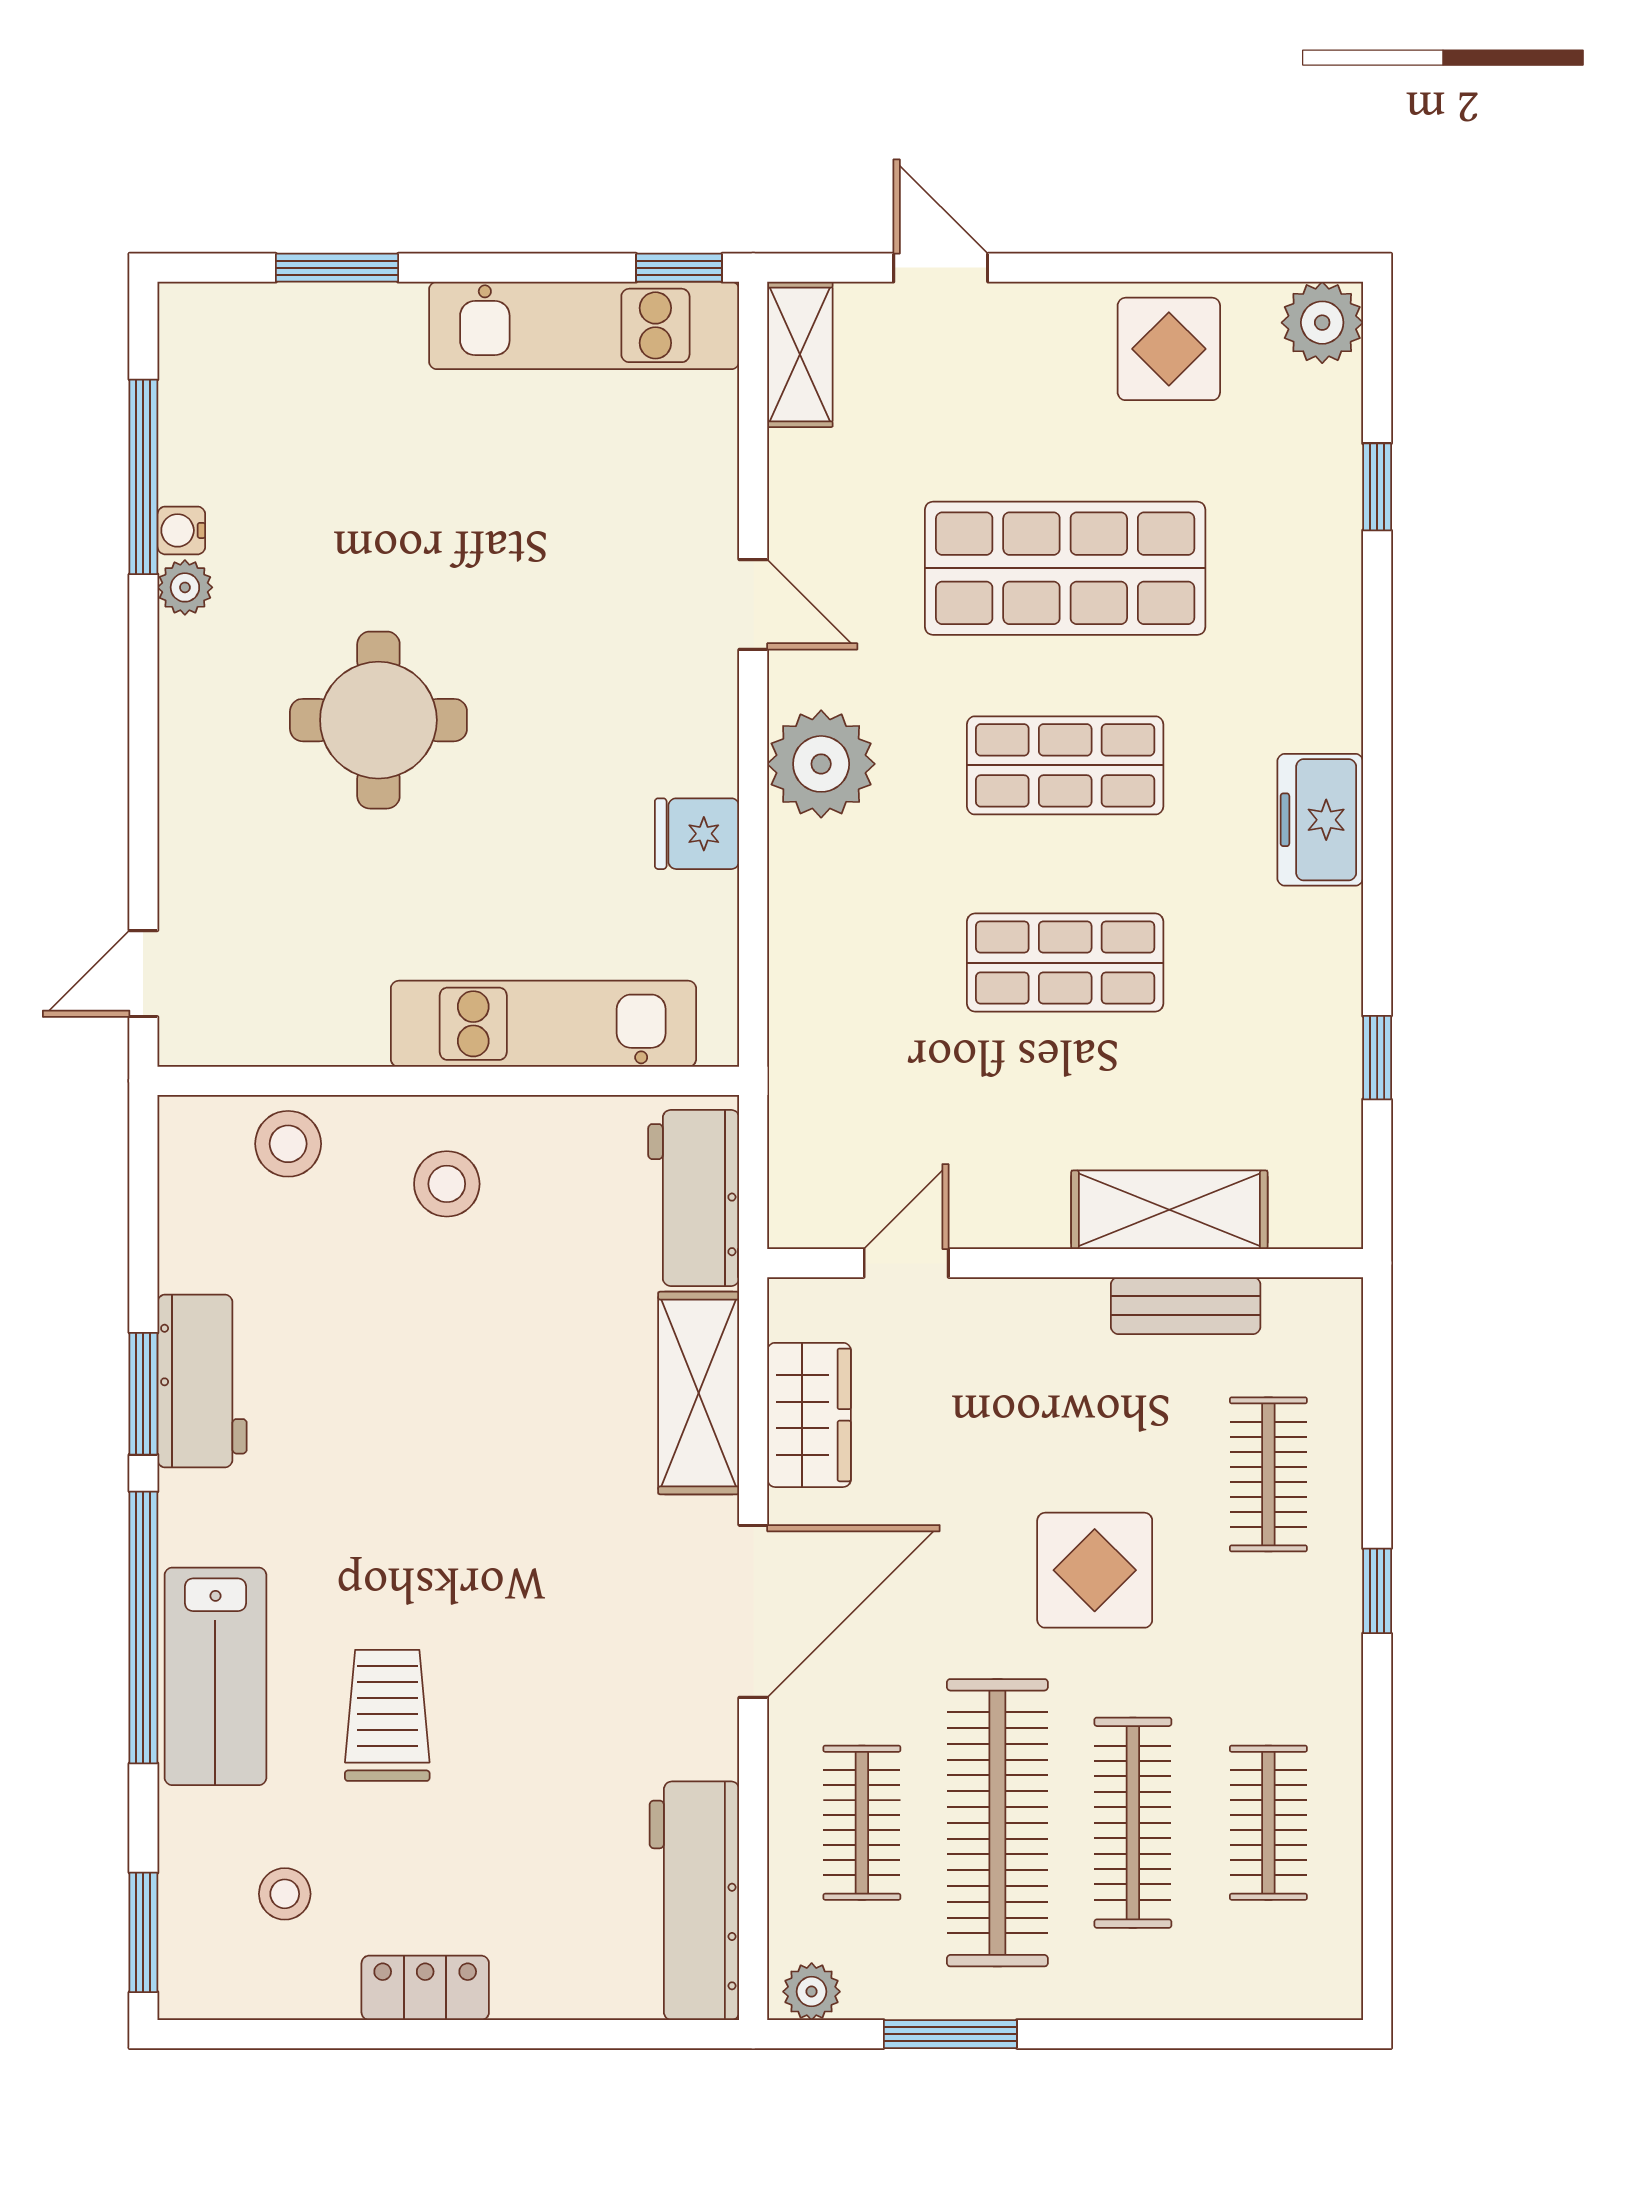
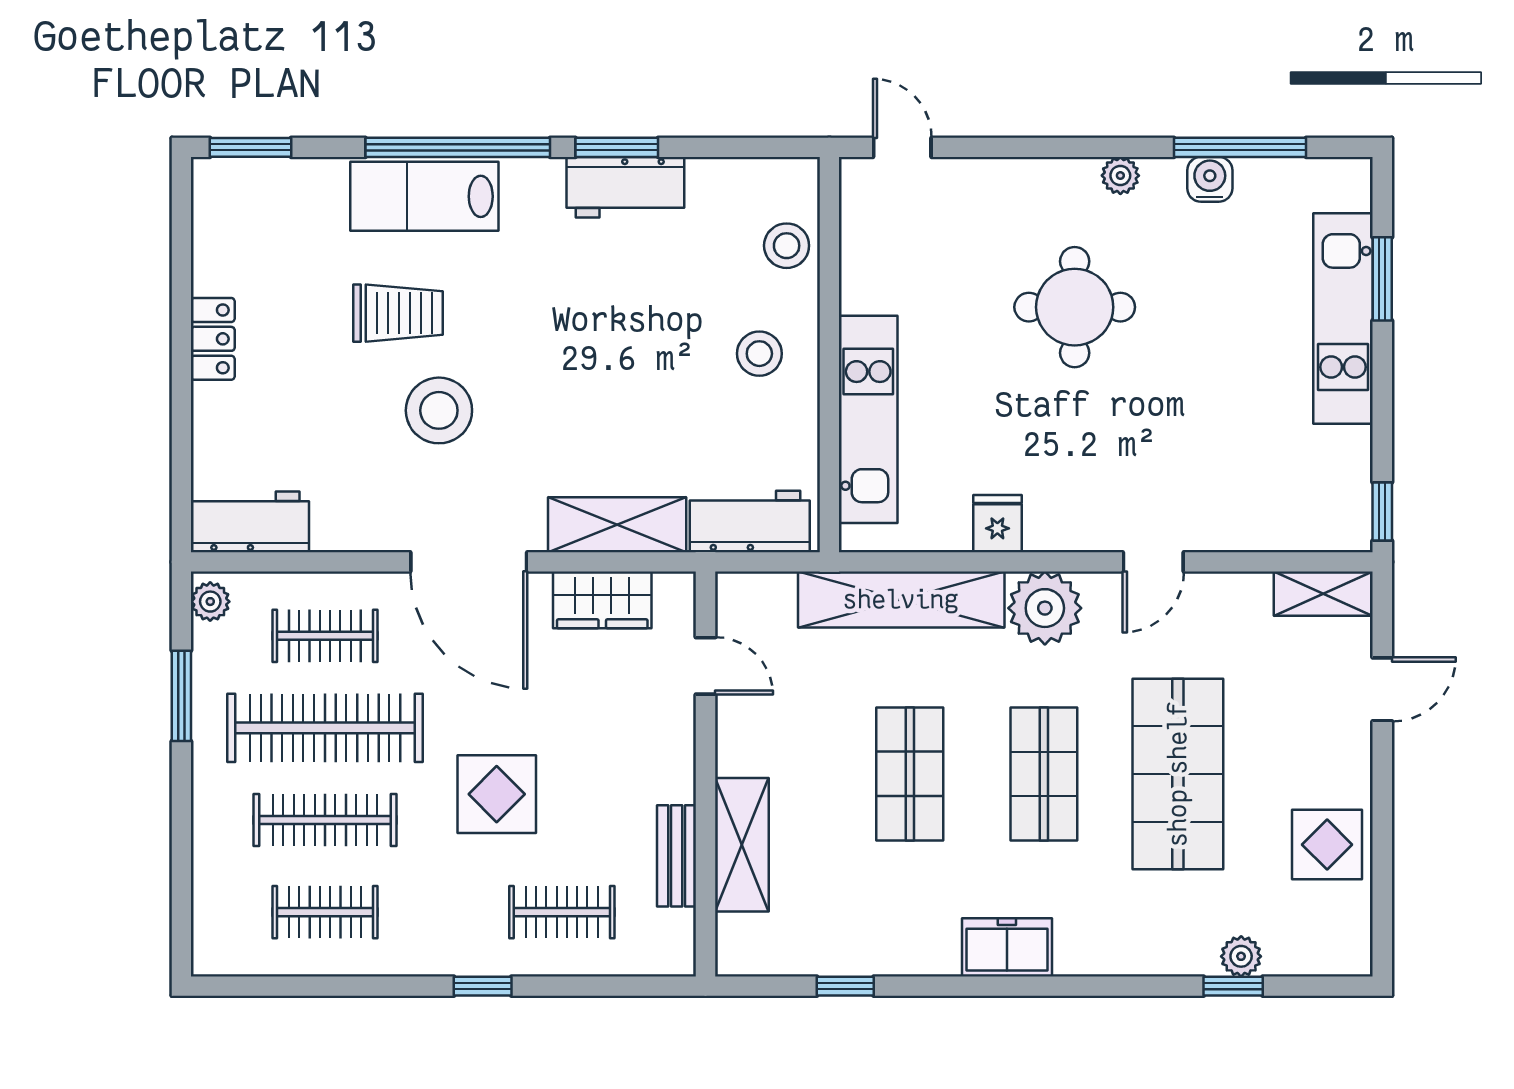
plant: (1322, 323) -> (1241, 956), moved, width x0.73, depth x0.73
kitchen unit: (584, 325) -> (1343, 318), moved
water cooler: (181, 530) -> (1210, 179), width x1.38, depth x1.38
plant: (185, 587) -> (1120, 176), moved
shelving: (809, 975) -> (901, 600), added
stool: (285, 1894) -> (439, 410), moved, width x1.89, depth x1.89
workbench: (694, 1901) -> (250, 522), width x0.73

